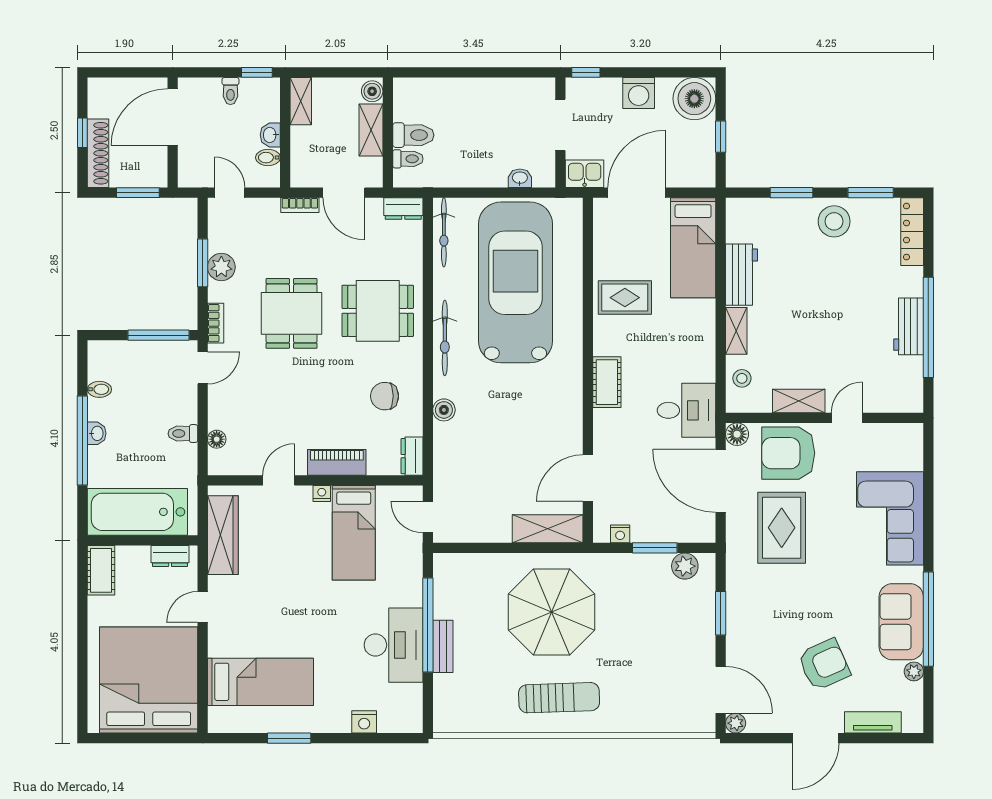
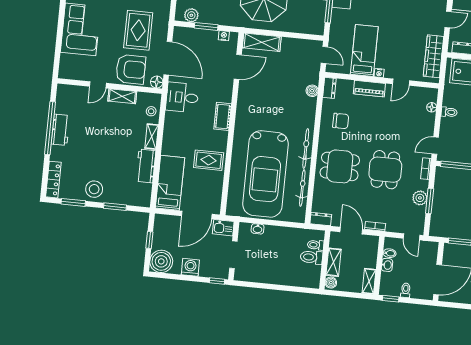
bicycle: (444, 232) -> (302, 188), moved
boiler: (444, 410) -> (312, 91), moved

